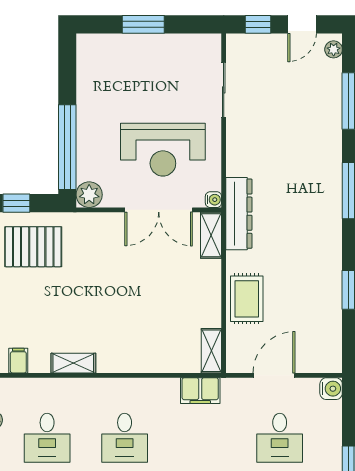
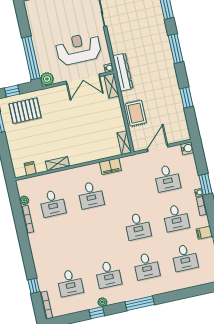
reception desk: (163, 150) -> (78, 49), turned 180
filing cabinet: (200, 391) -> (110, 166), moved

